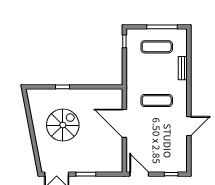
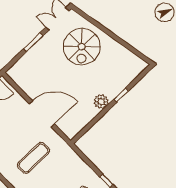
plant: (79, 95) -> (101, 102), added
spiral stairs: (63, 125) -> (82, 47), moved

